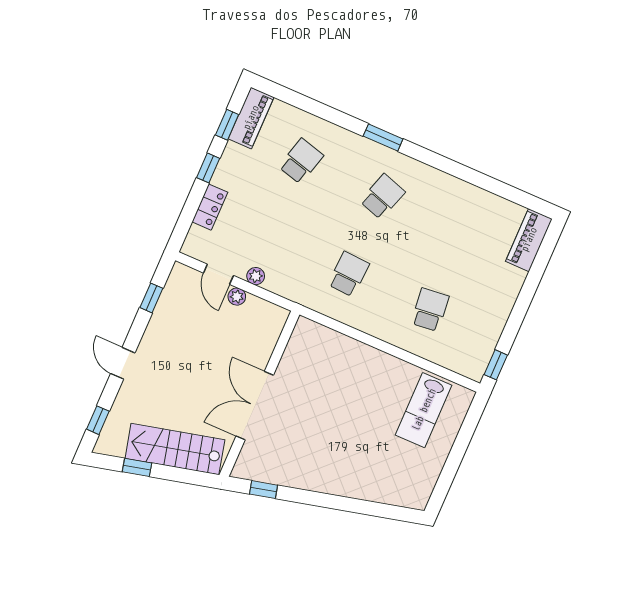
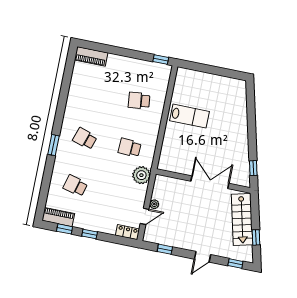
locker: (210, 207) -> (127, 232), moved
plant: (256, 276) -> (141, 175), moved, width x1.88, depth x1.88
double door: (255, 406) -> (210, 182), swing flipped
lab bench: (424, 410) -> (189, 116), moved

